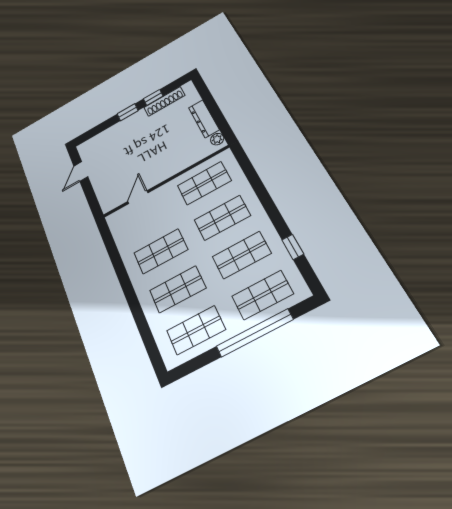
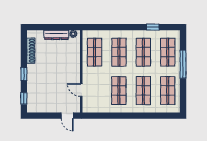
window: (153, 97) -> (24, 98), moved
door: (81, 171) -> (67, 116), moved
window: (255, 333) -> (183, 64), width x0.68

